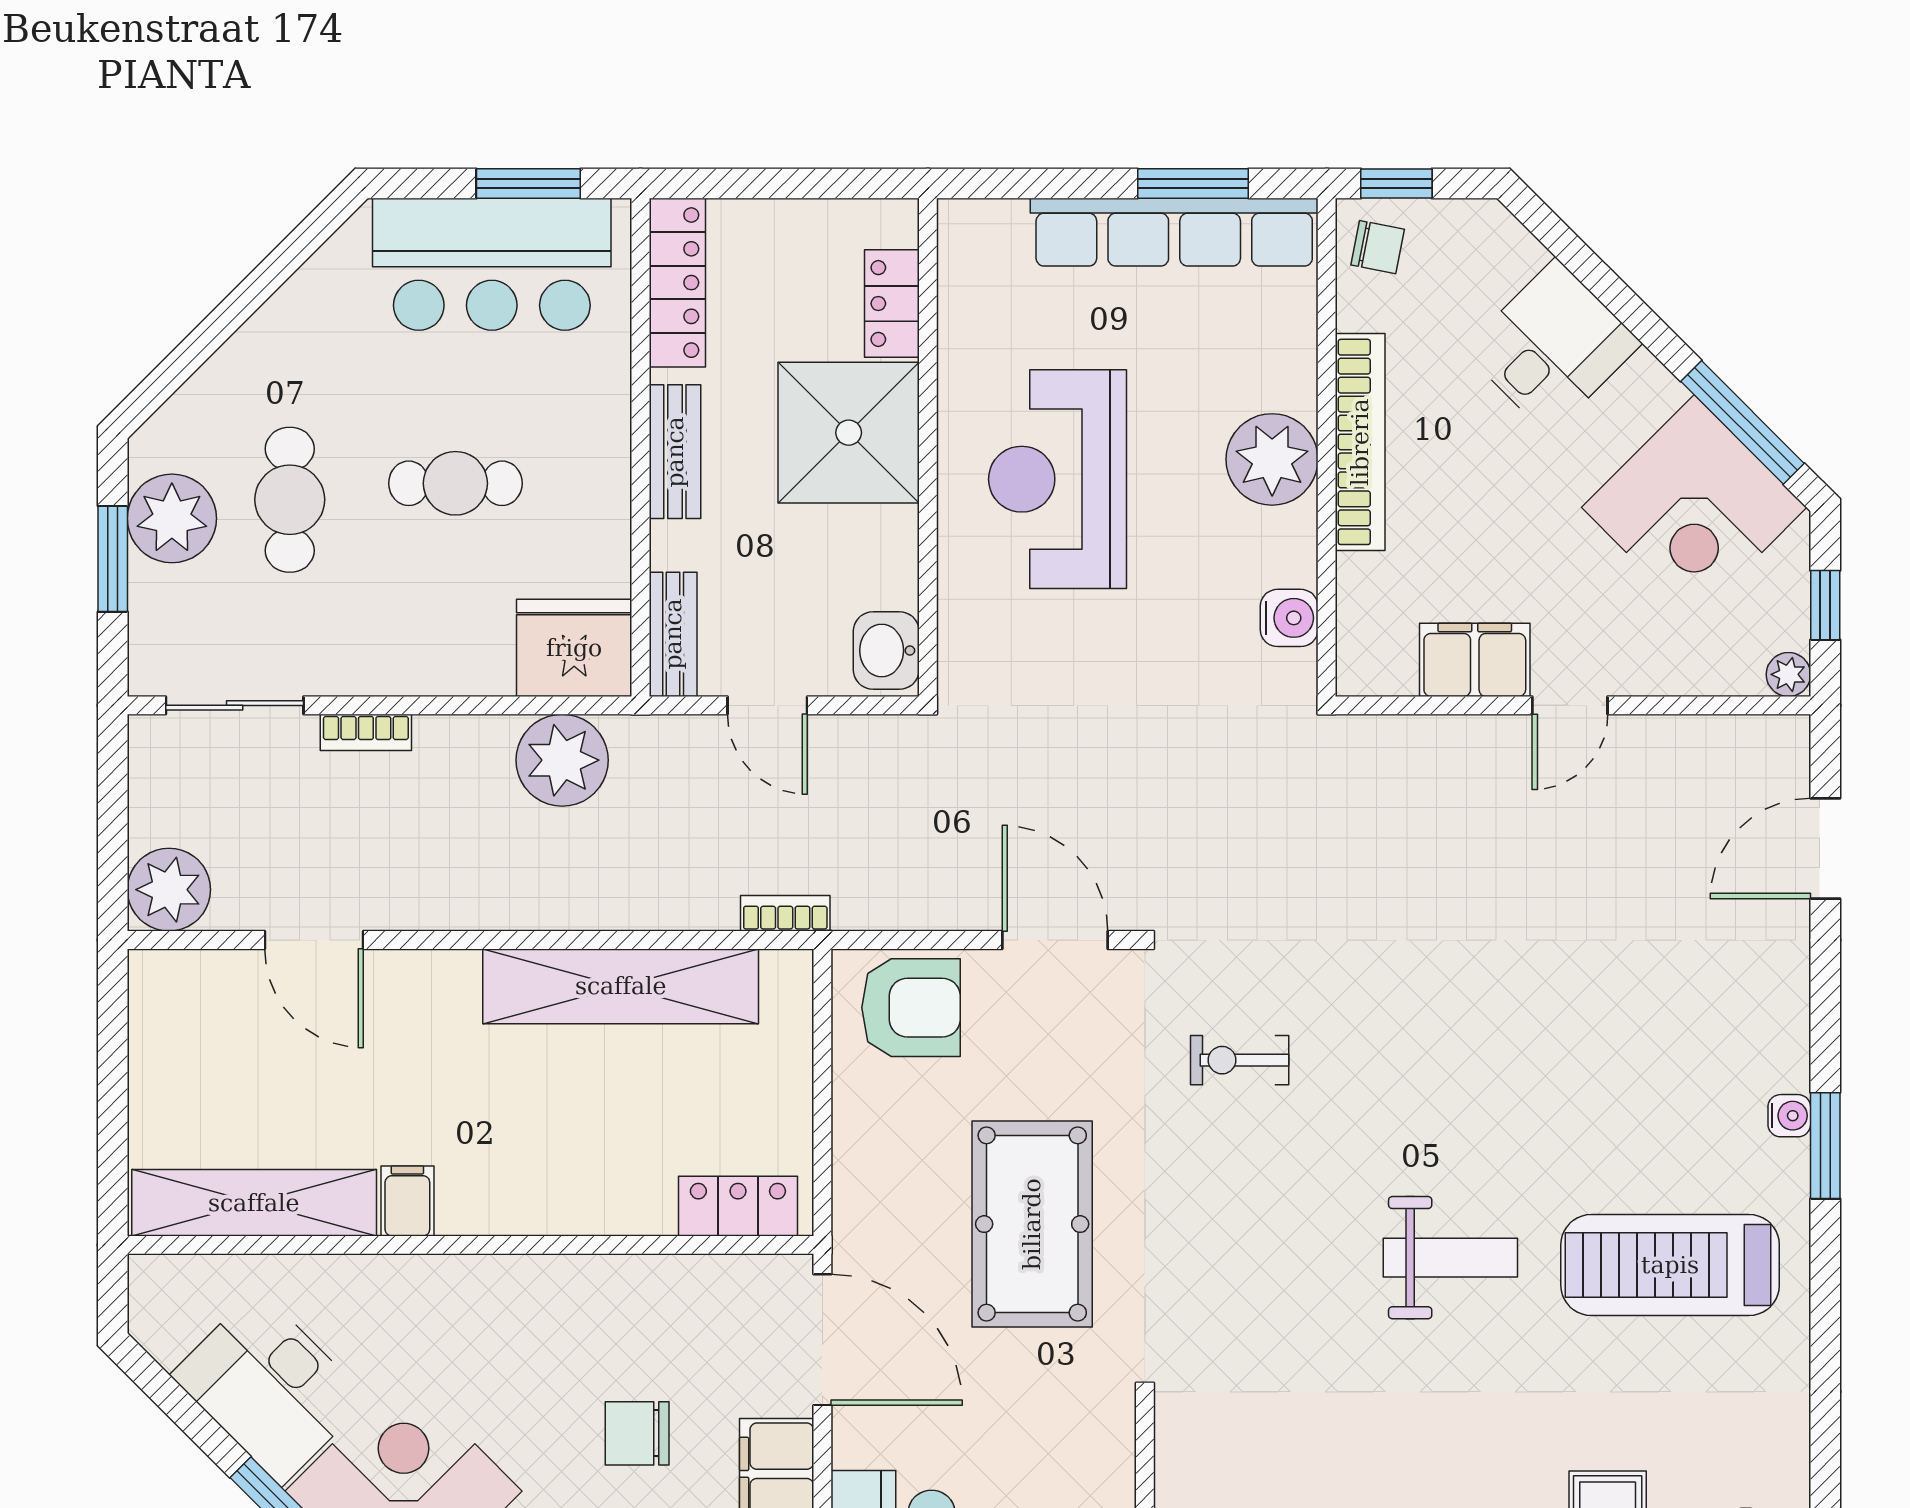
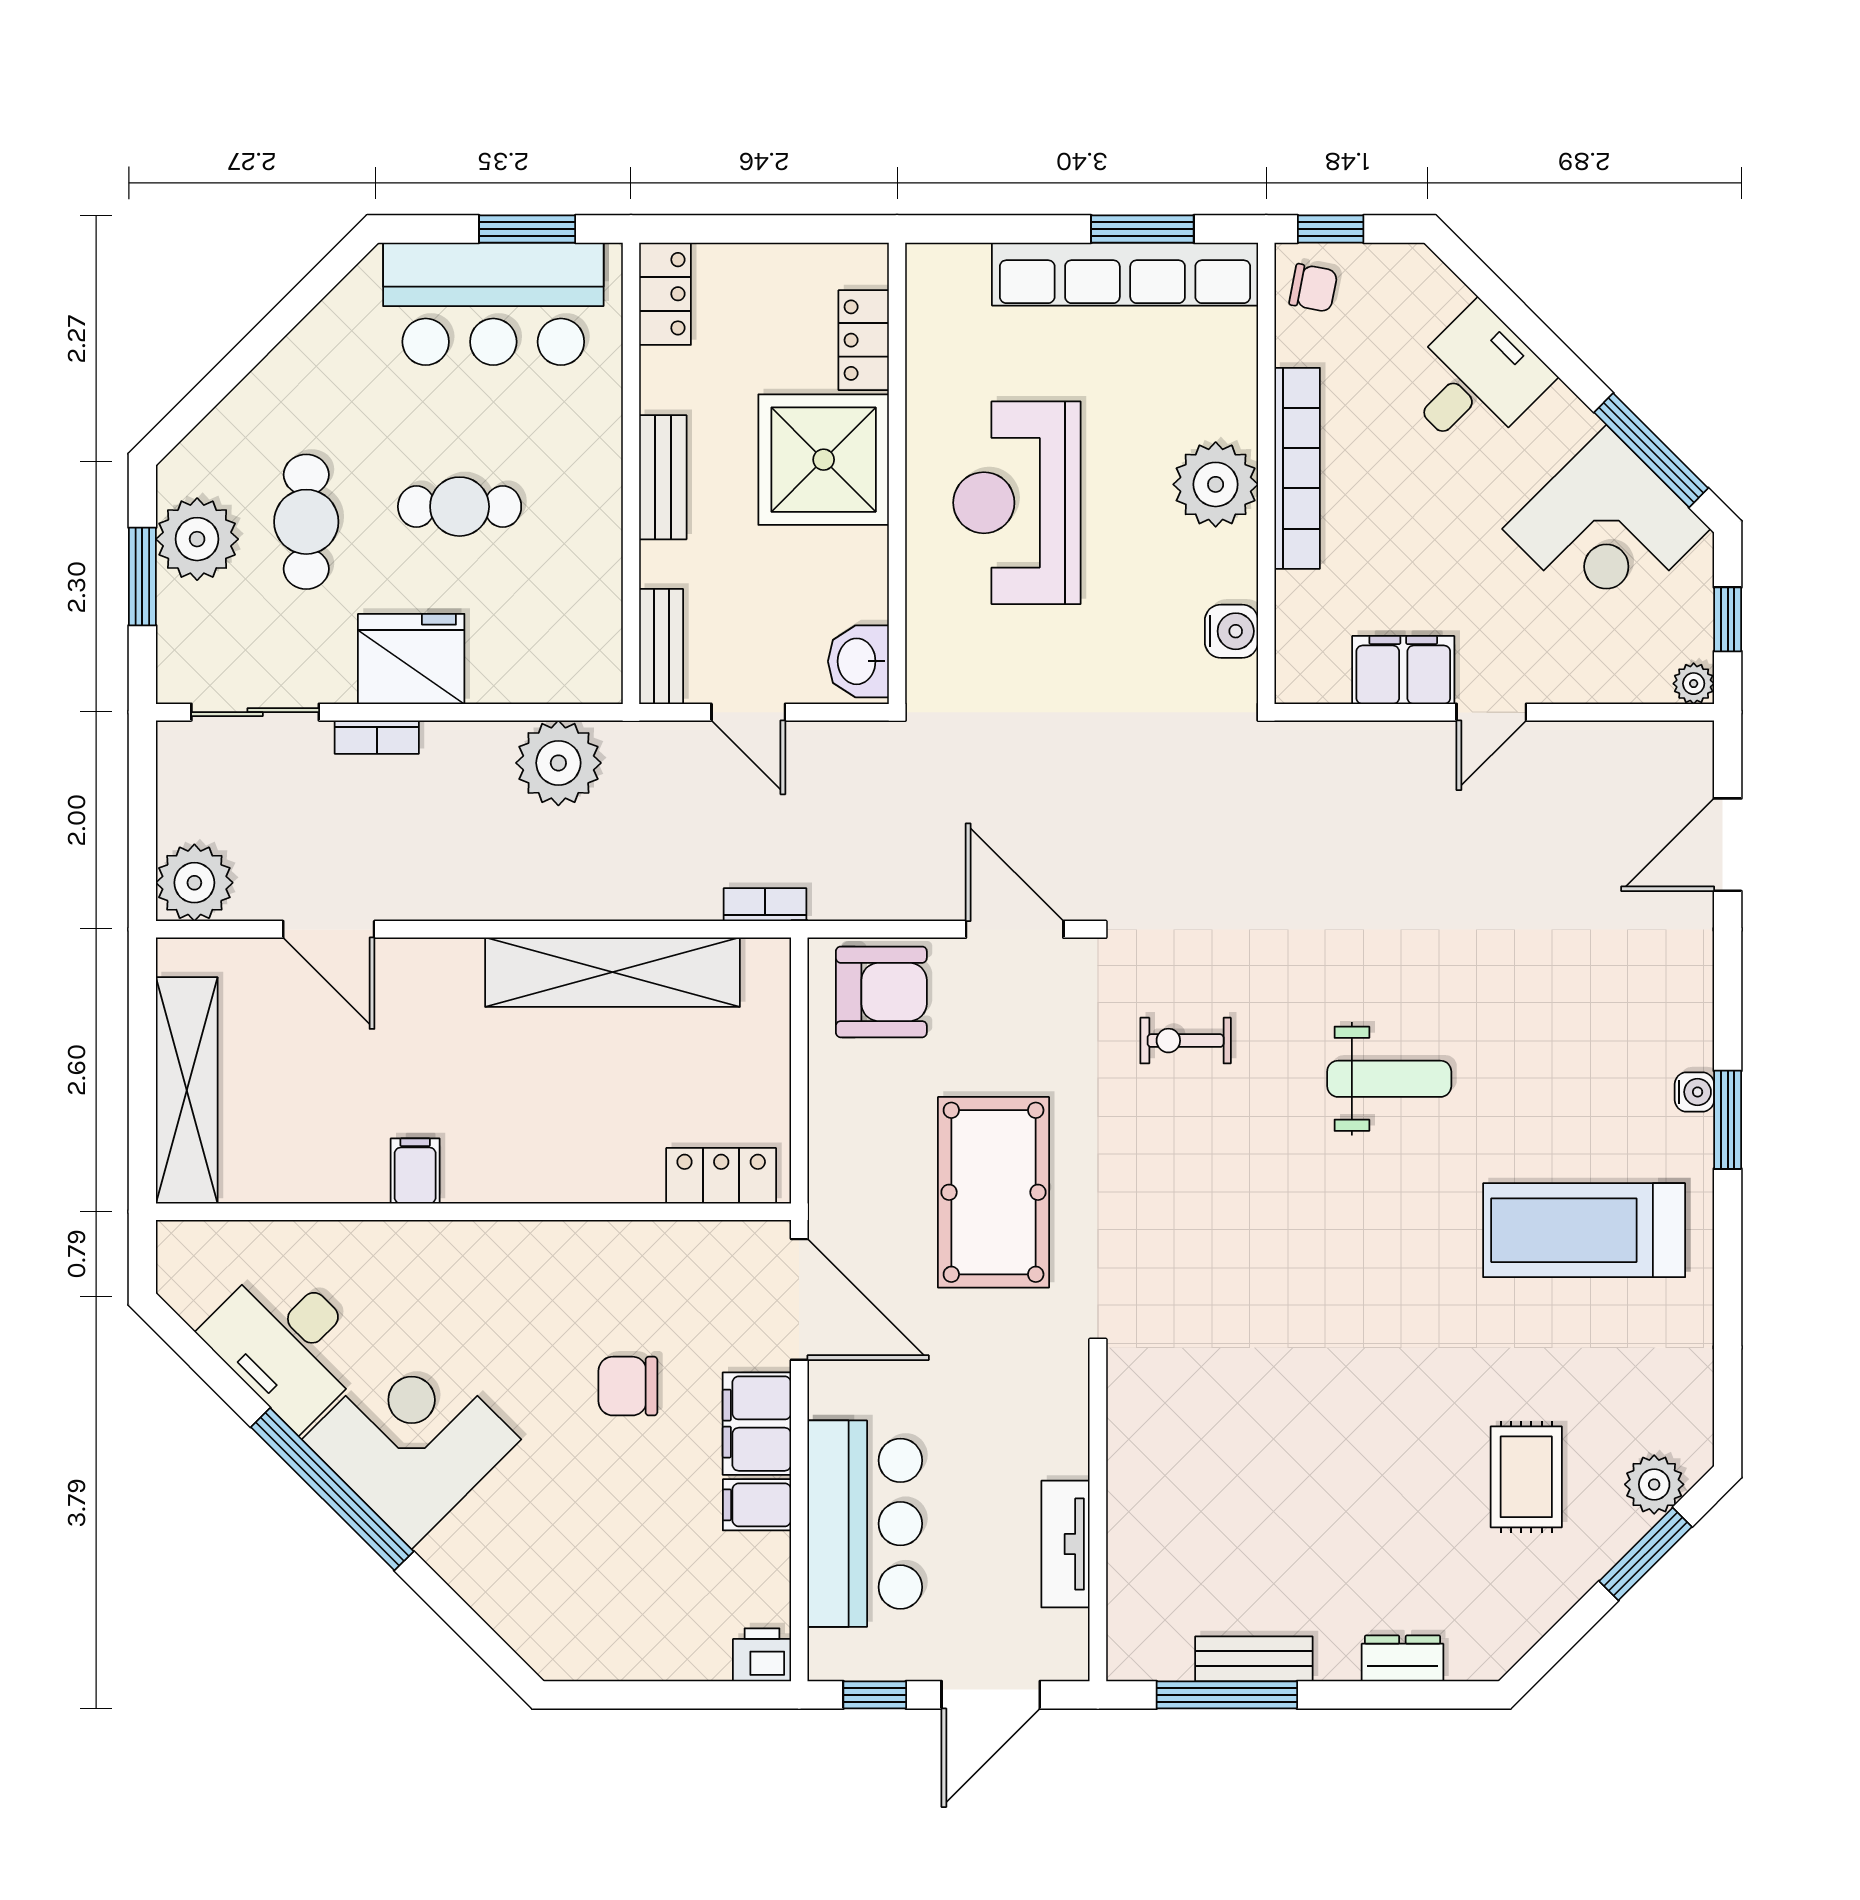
locker: (677, 283) -> (665, 294), width x0.66
fridge: (574, 648) -> (411, 659), moved
shelving: (254, 1203) -> (187, 1090), moved, turned 90
weight bench: (1450, 1258) -> (1389, 1079), moved

